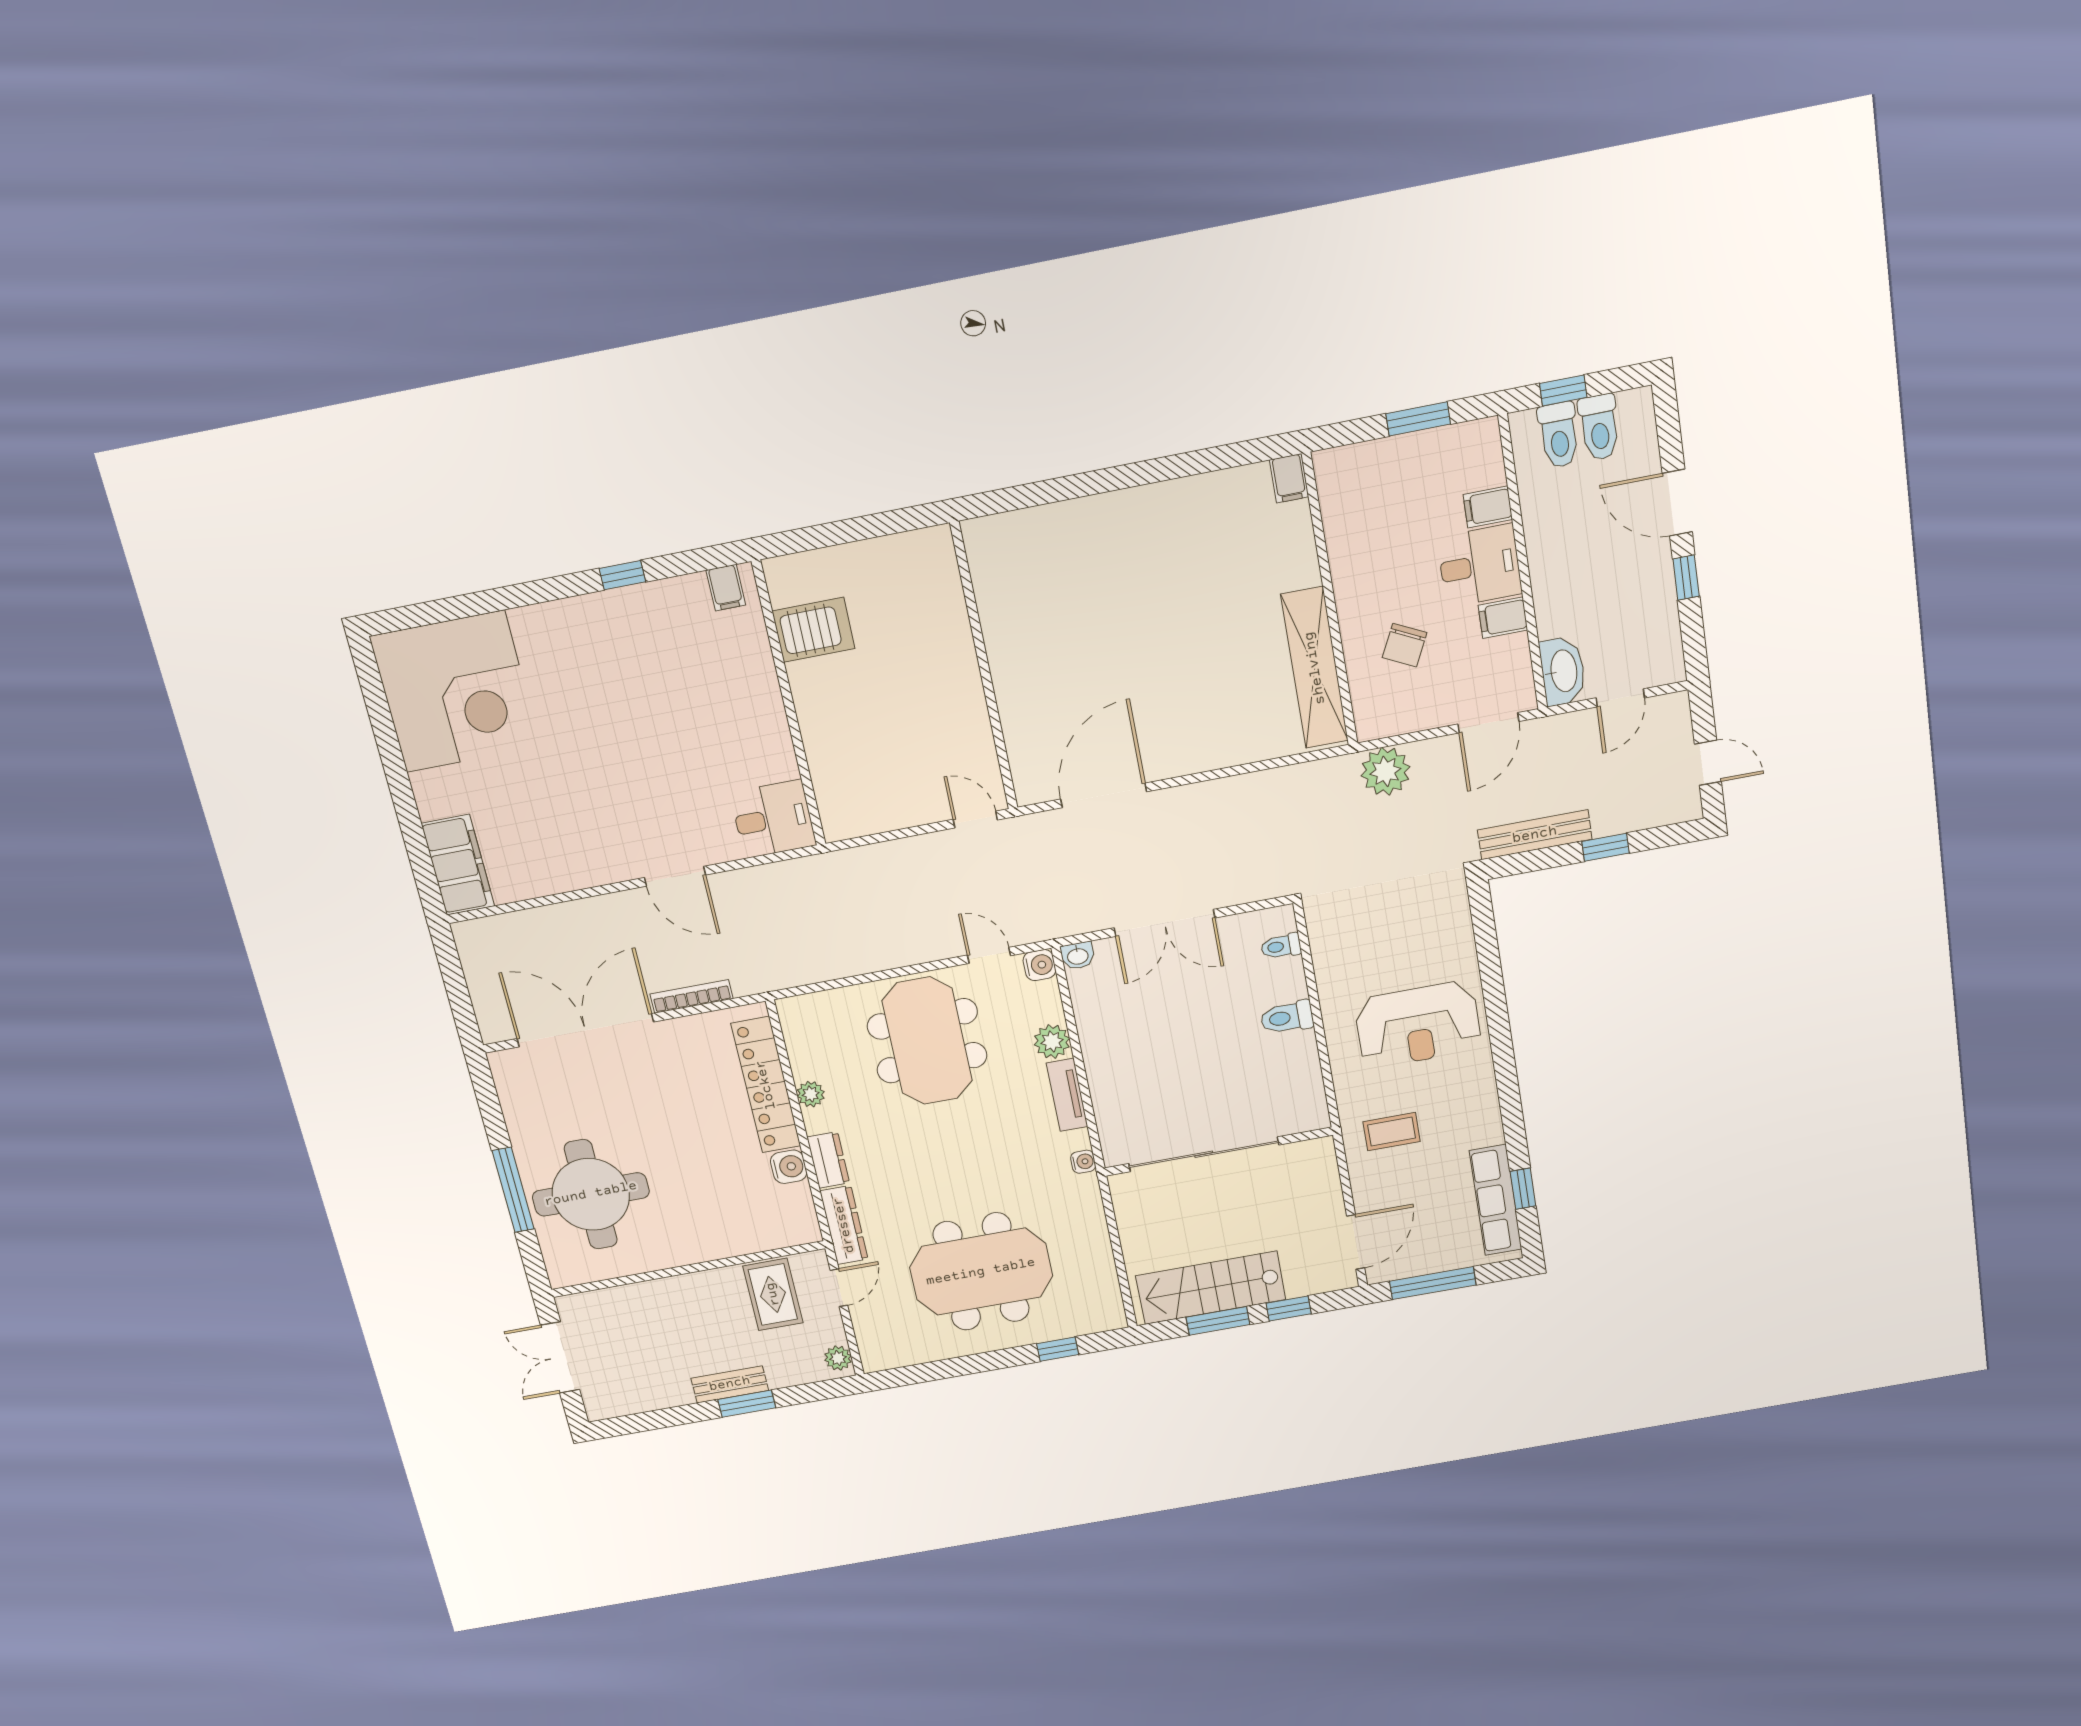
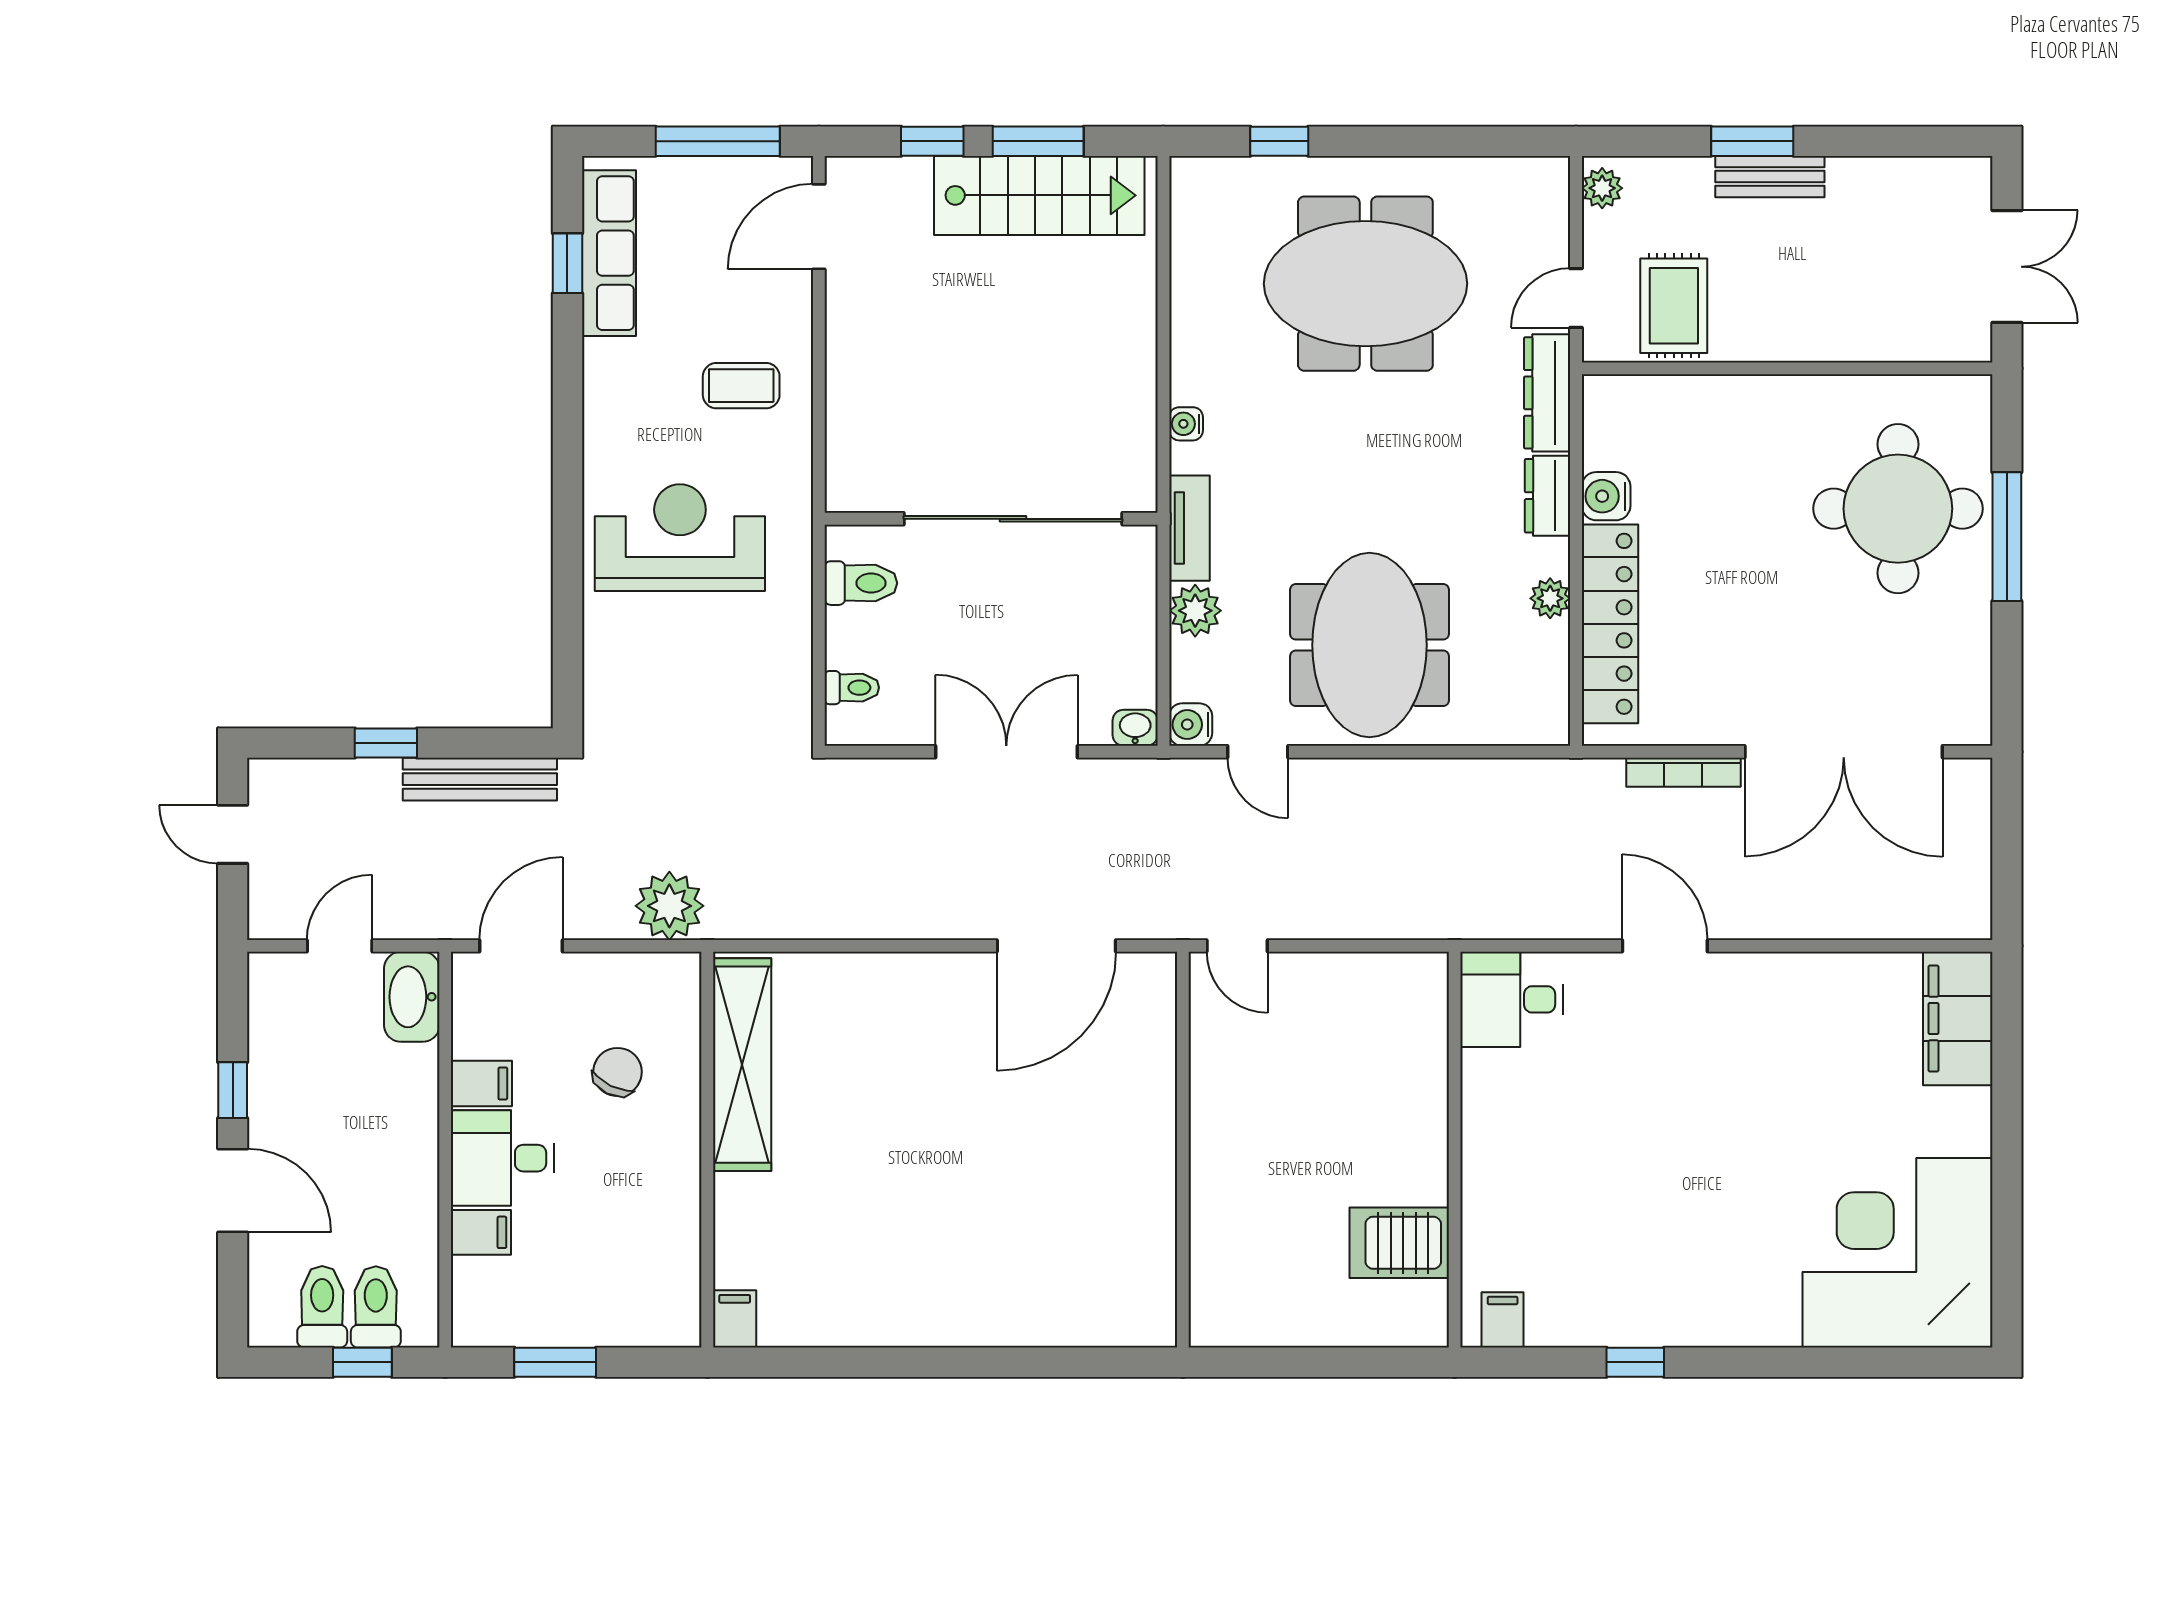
wall: (1219, 1152) -> (991, 519), moved
sliding door: (1204, 1154) -> (1013, 519), moved

